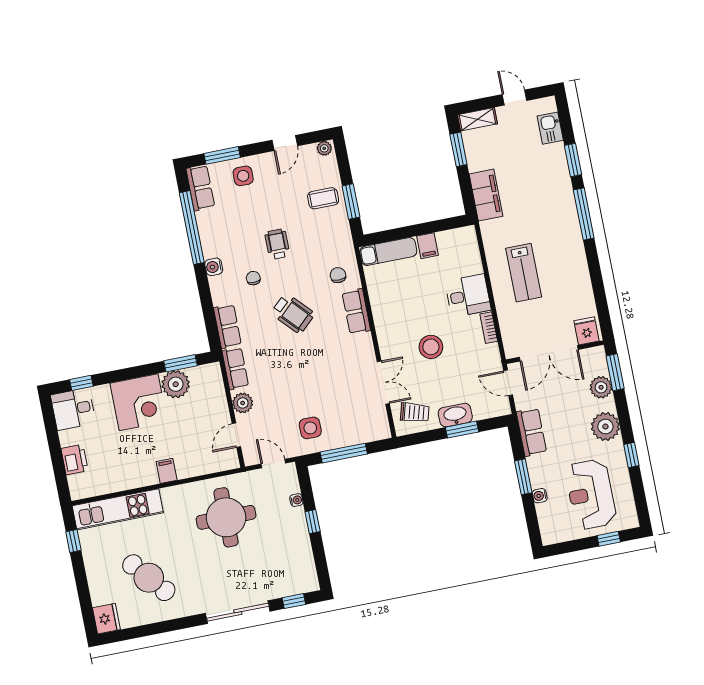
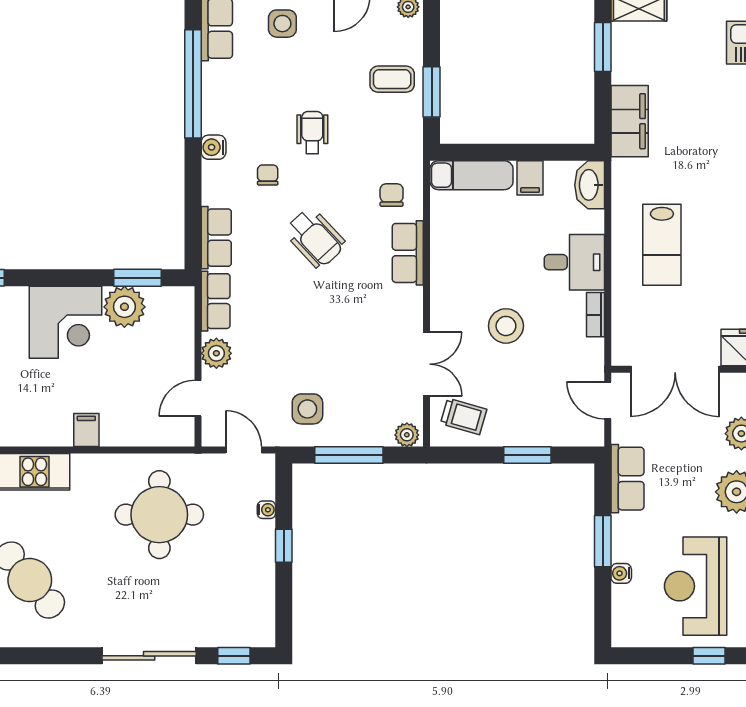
washbasin: (455, 415) -> (590, 185), moved, turned -90
plant: (380, 432) -> (407, 435), added

